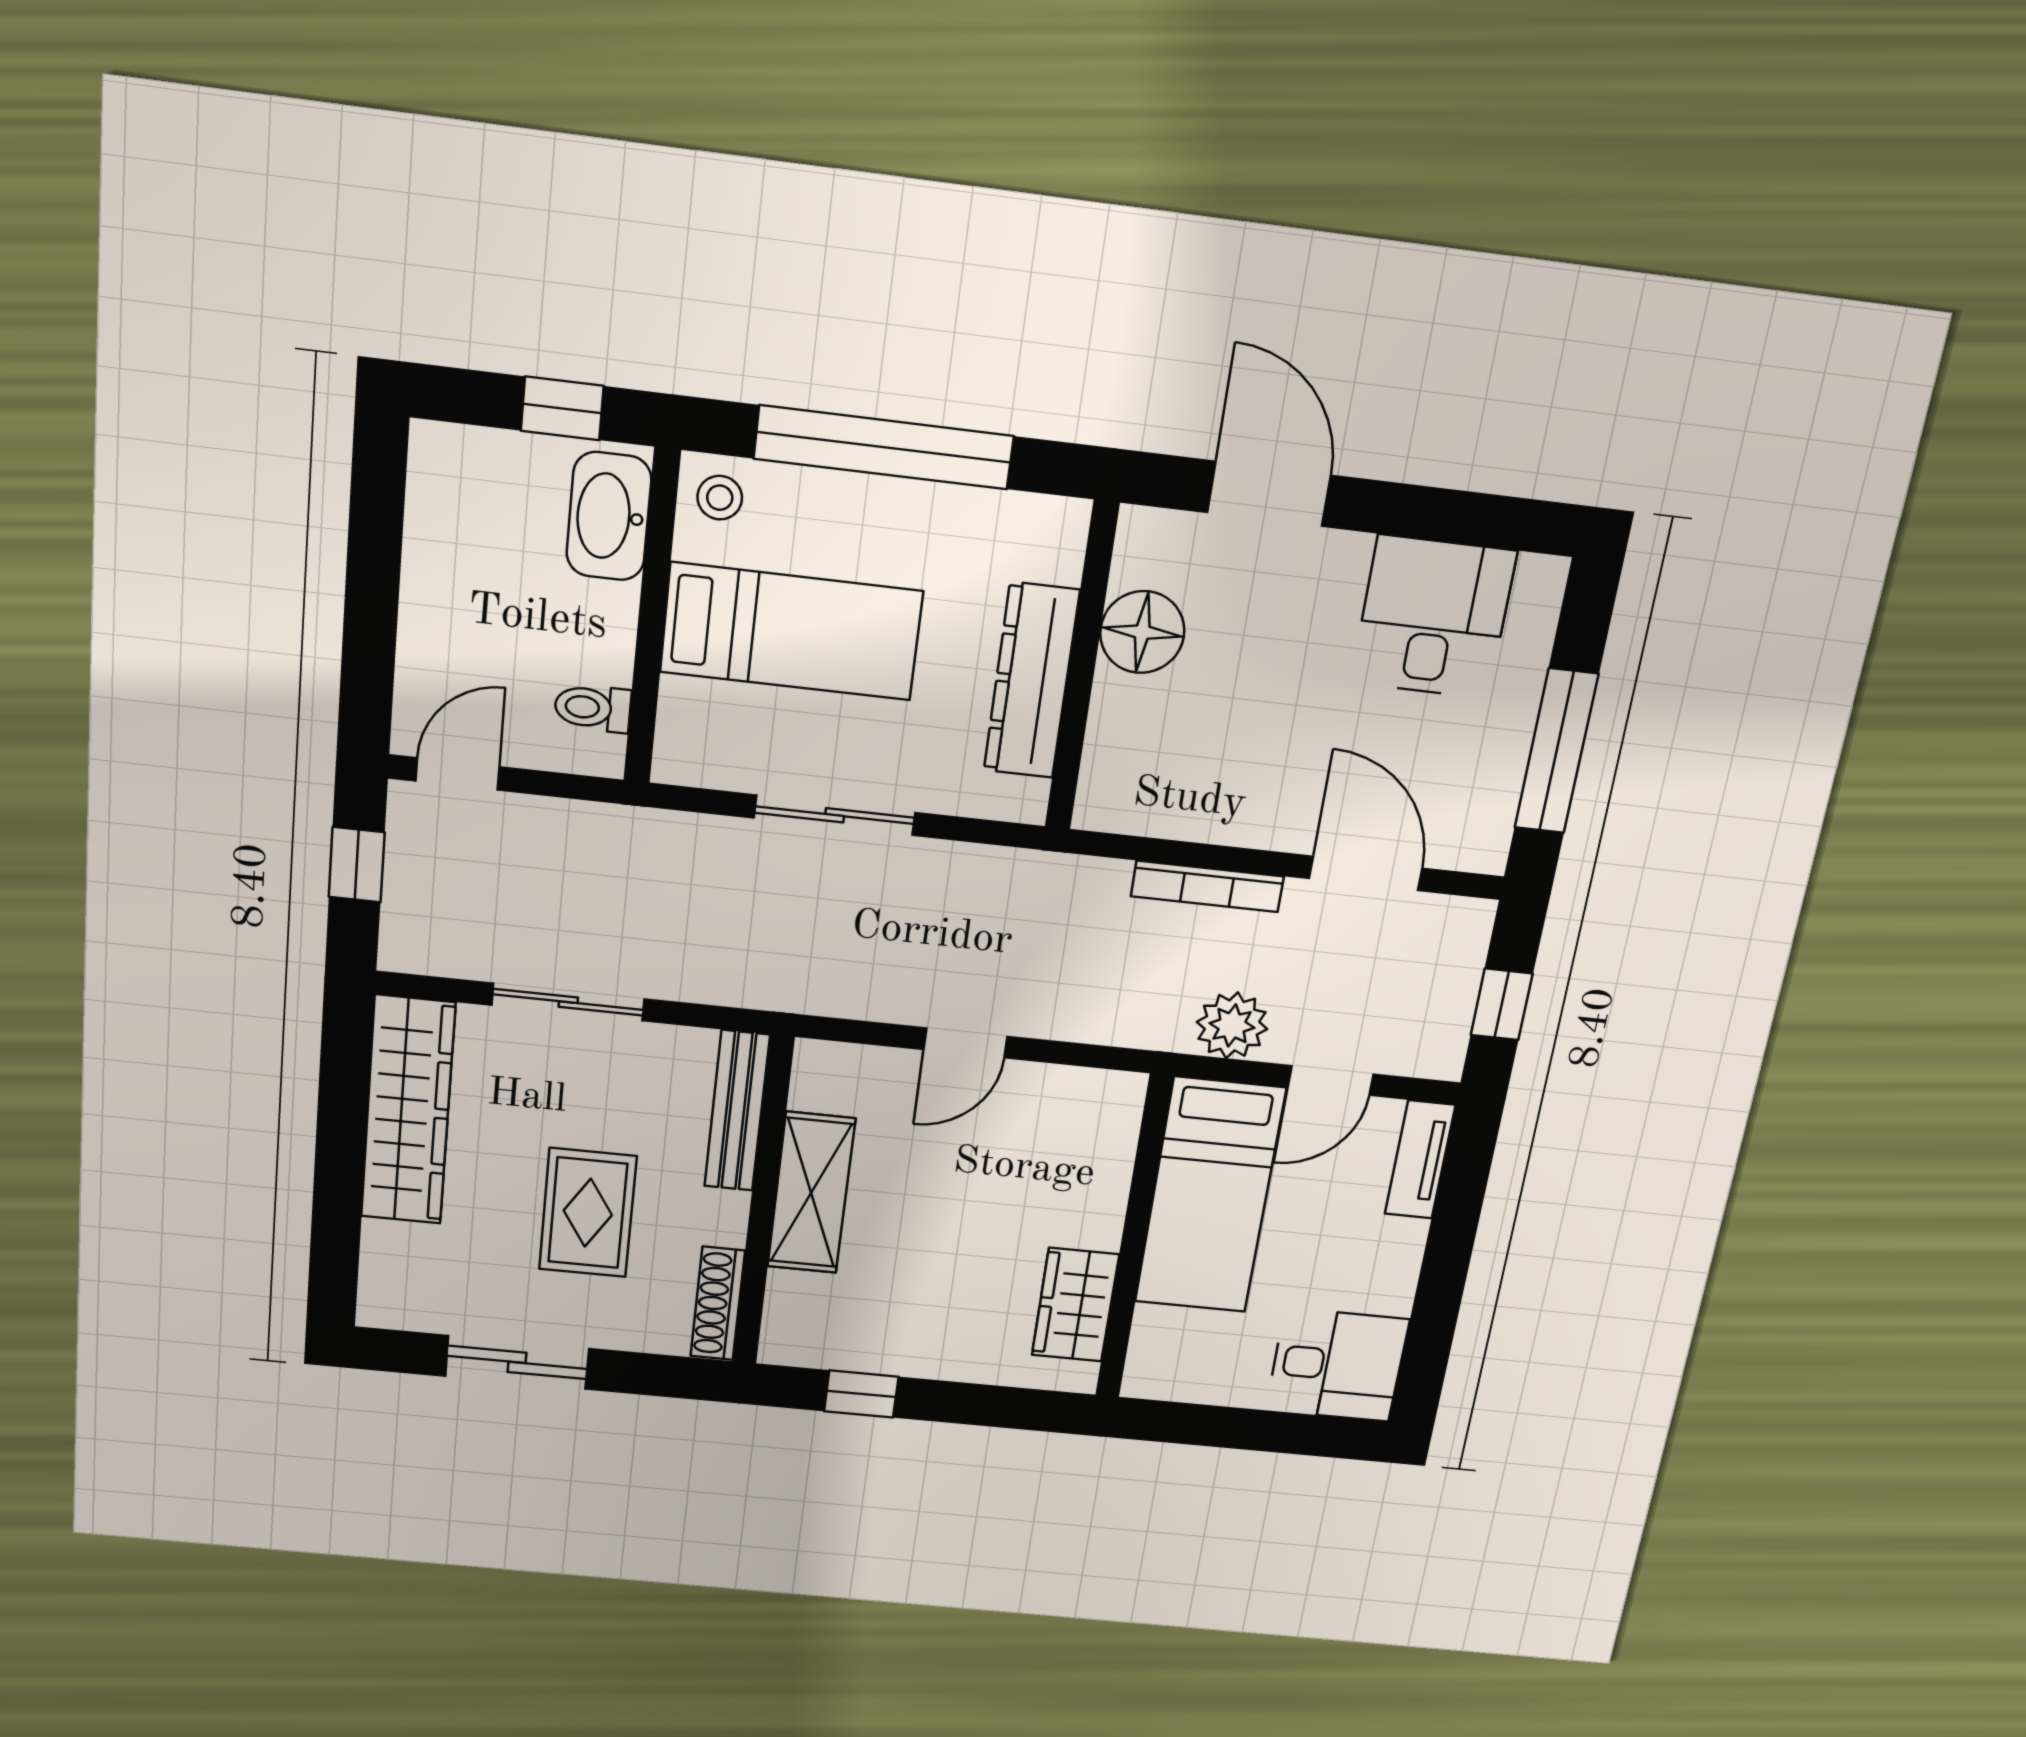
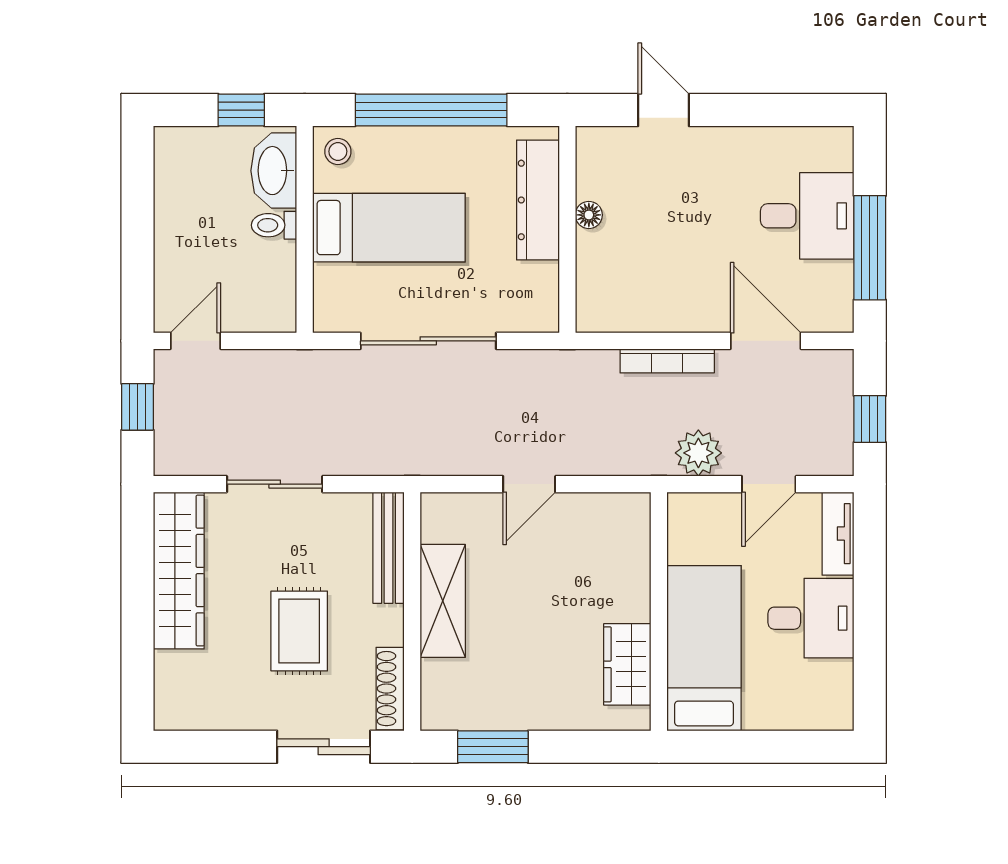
door: (1269, 494) -> (664, 110), width x0.73
desk: (1433, 617) -> (807, 216), moved, turned 90
floor lamp: (1142, 632) -> (589, 215), width x0.53, depth x0.53
dresser: (1031, 681) -> (538, 200), moved
toilet: (593, 708) -> (274, 225), moved
sliding door: (835, 815) -> (428, 341), width x1.37
bed: (1210, 1196) -> (704, 648), moved, turned 180
sliding door: (517, 1362) -> (324, 747), moved
desk: (1337, 1365) -> (811, 618), moved
window: (861, 1394) -> (493, 747), width x1.50

